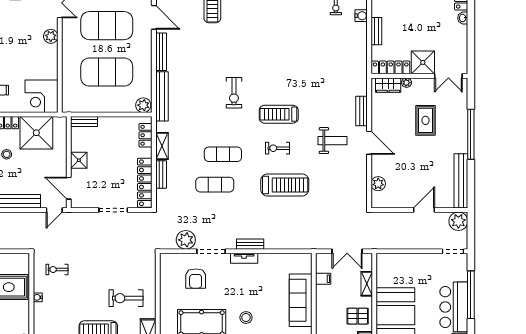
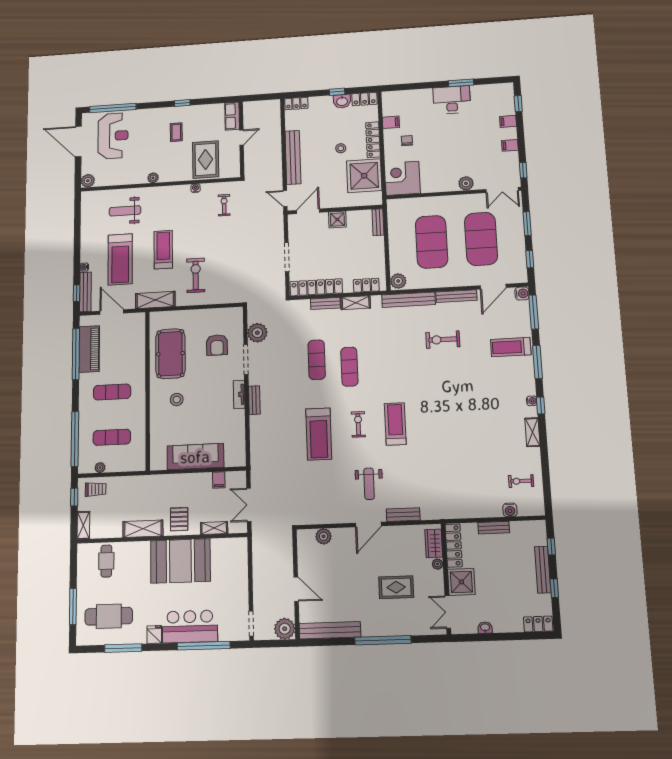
washbasin: (463, 18) -> (485, 628), moved
exercise bike: (234, 93) -> (443, 340), moved
armchair: (196, 279) -> (217, 345), turned -90

